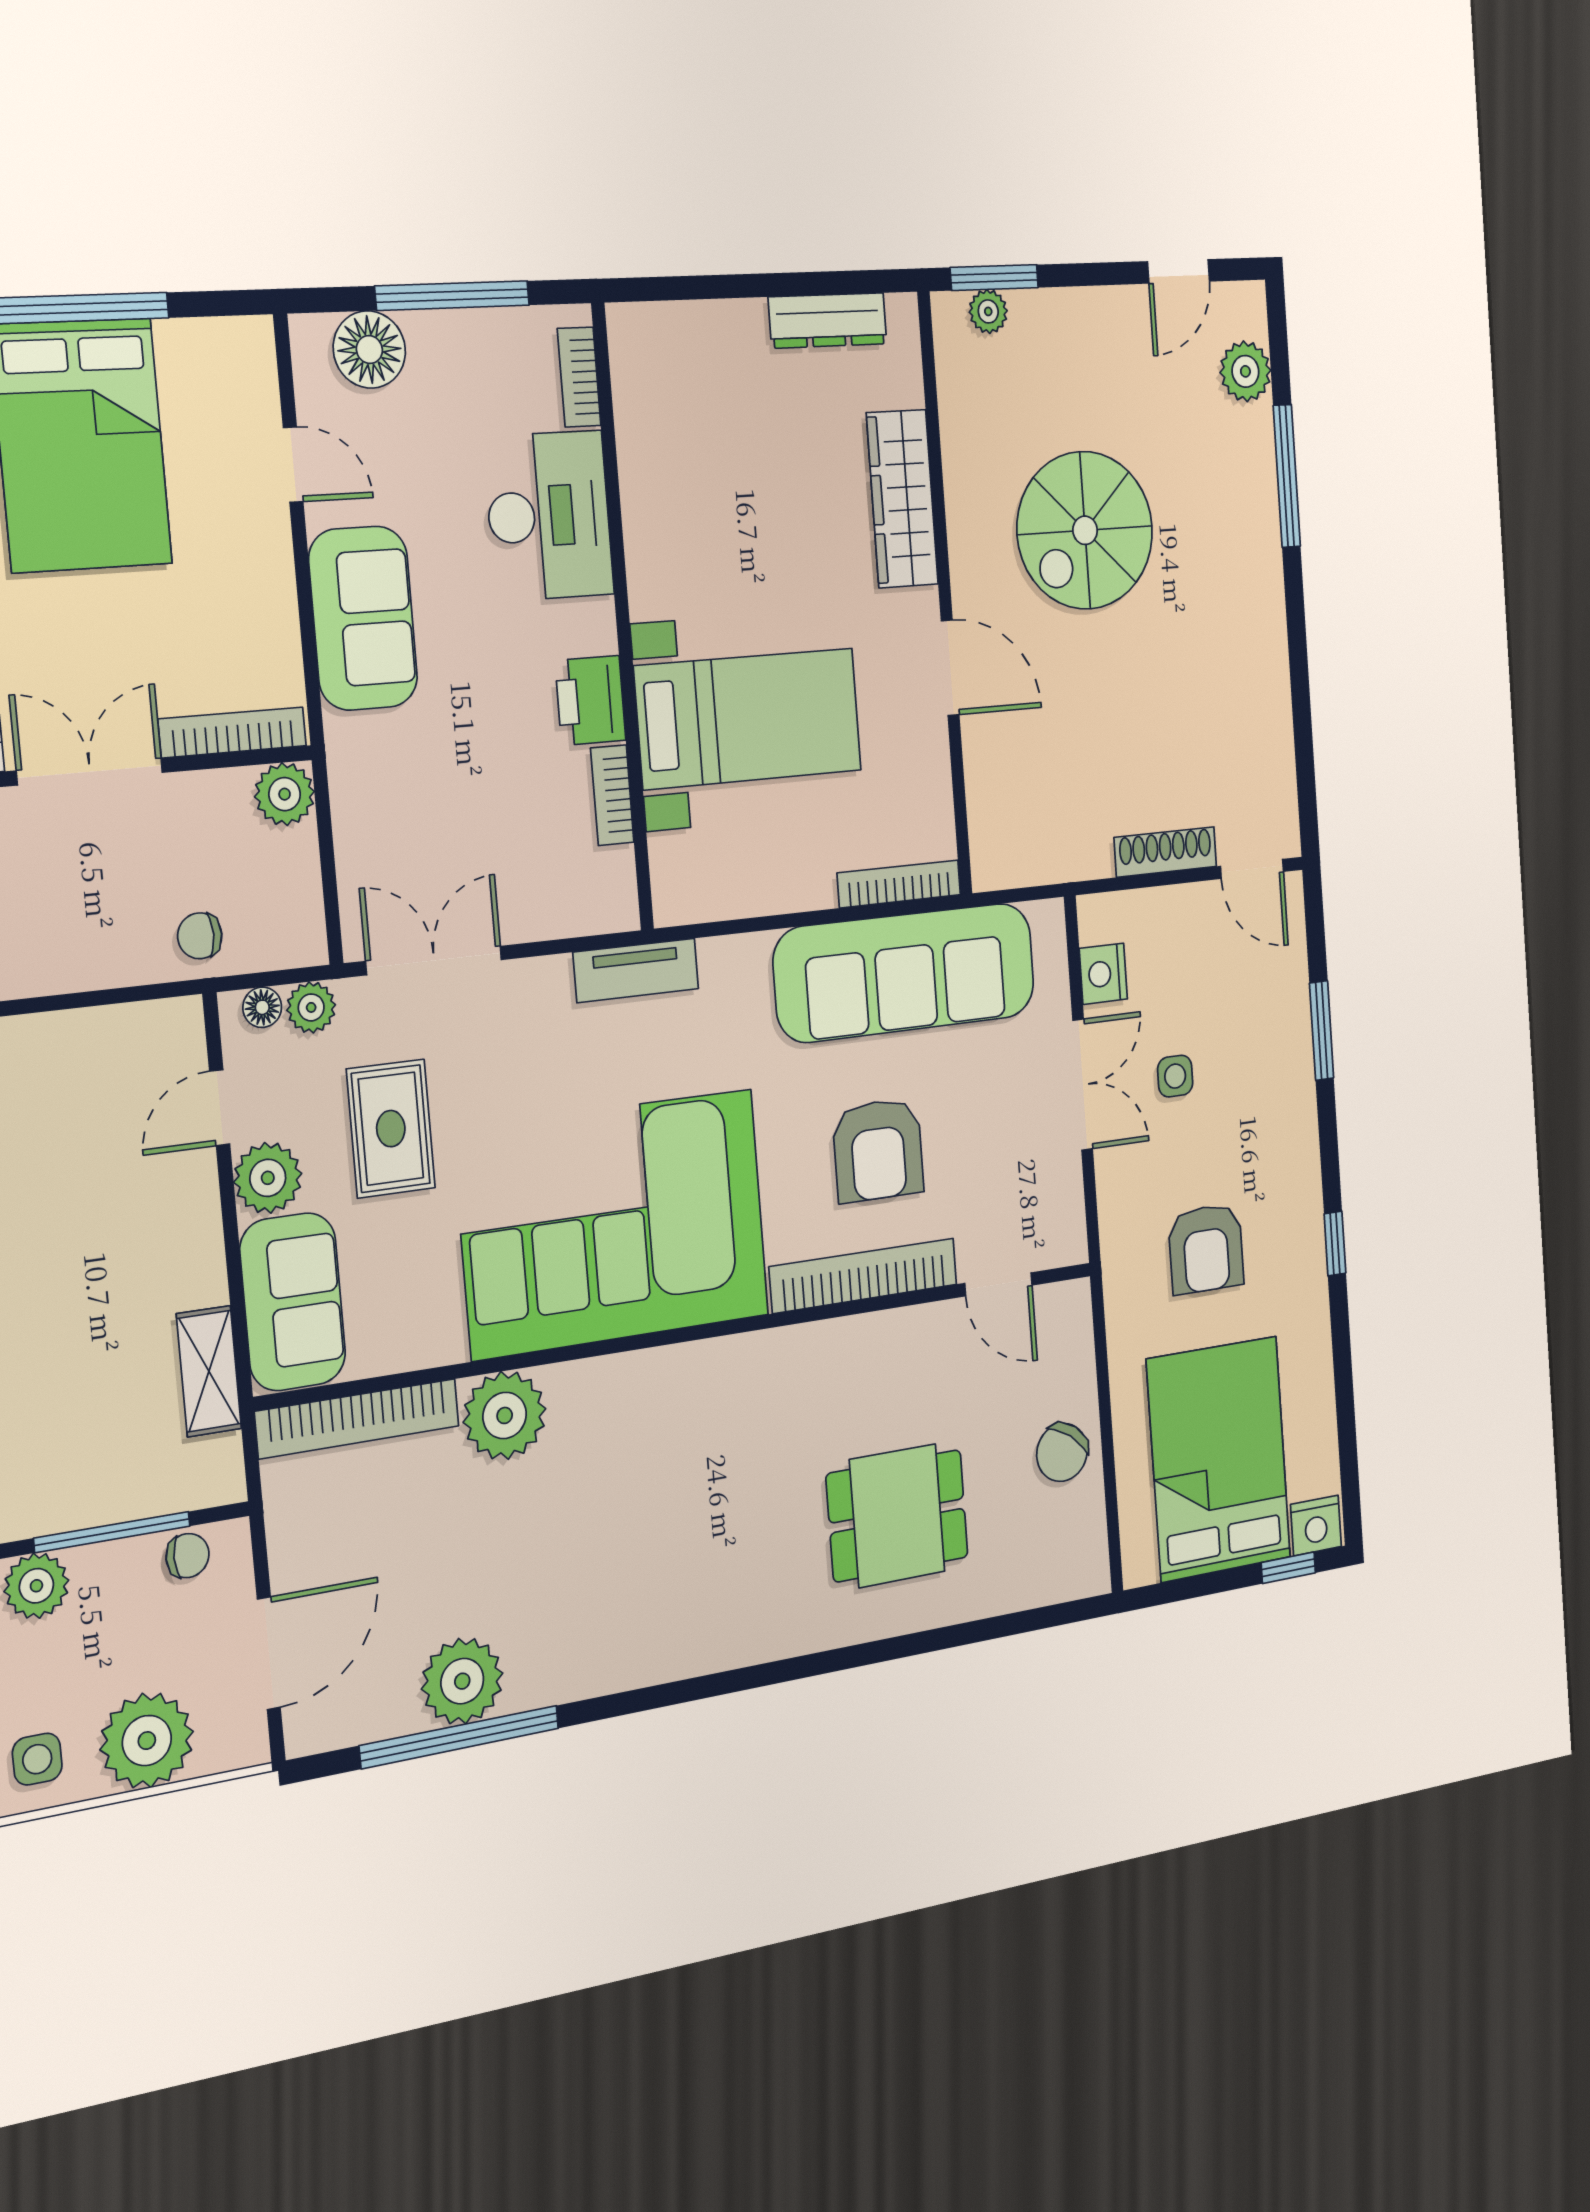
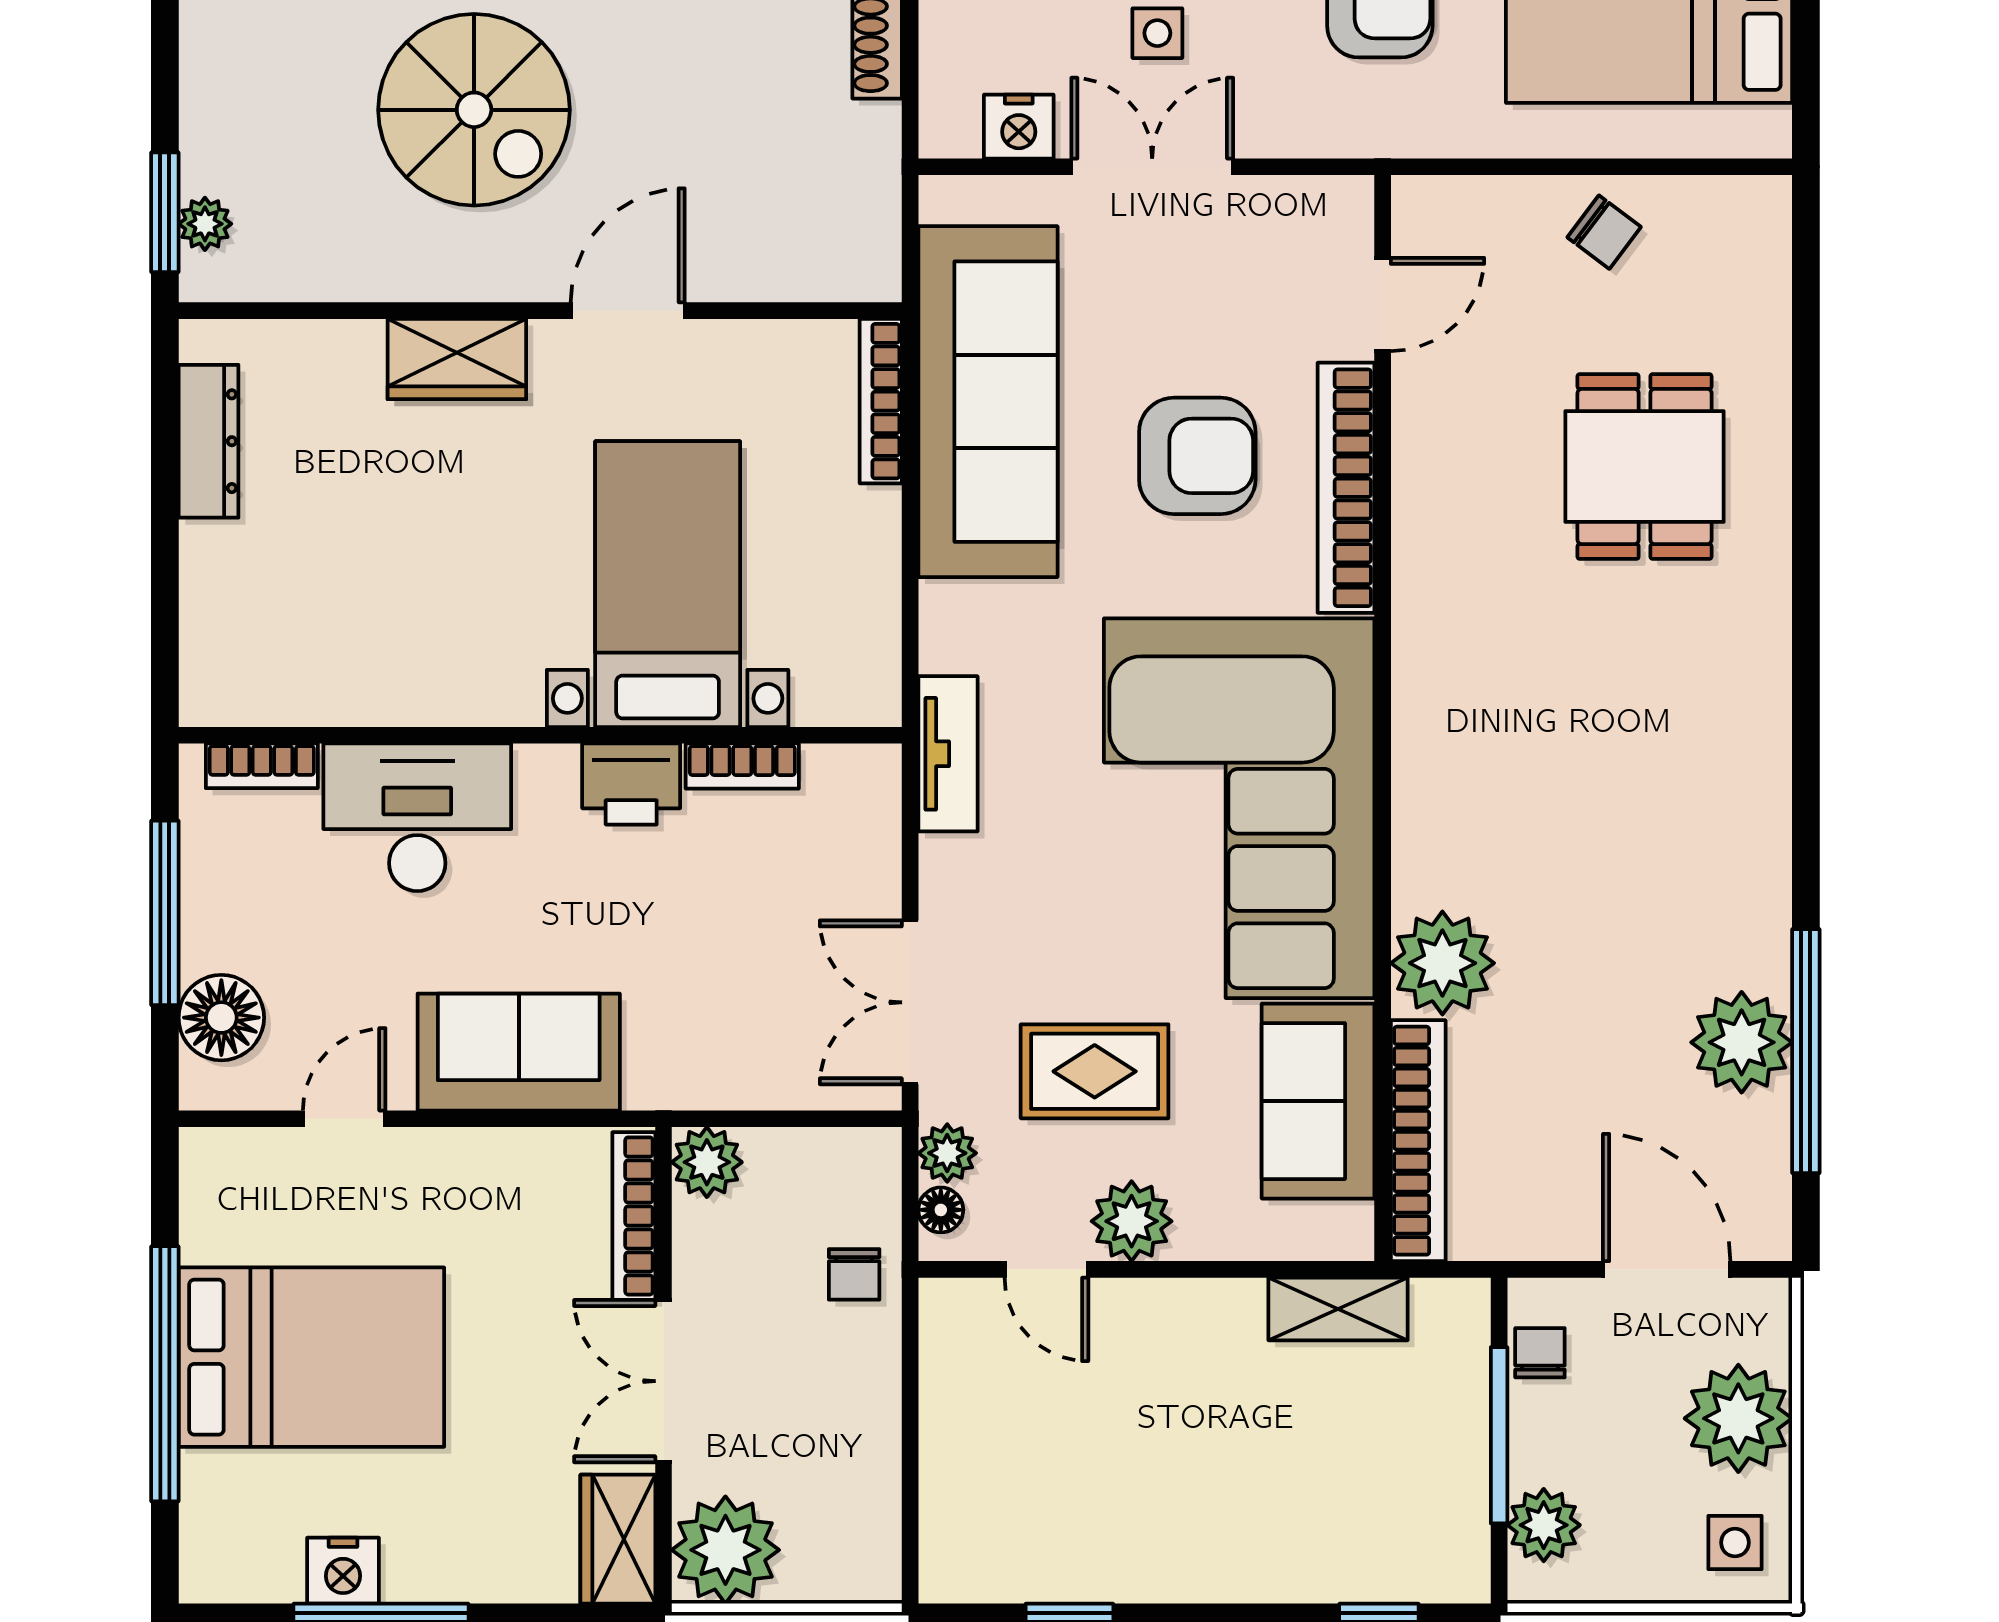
wardrobe: (902, 499) -> (457, 359), width x0.67
sofa: (293, 1302) -> (1318, 1101), moved, turned -90
chair: (1062, 1452) -> (1604, 232), width x0.73, depth x0.73

